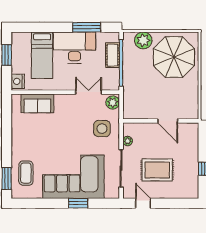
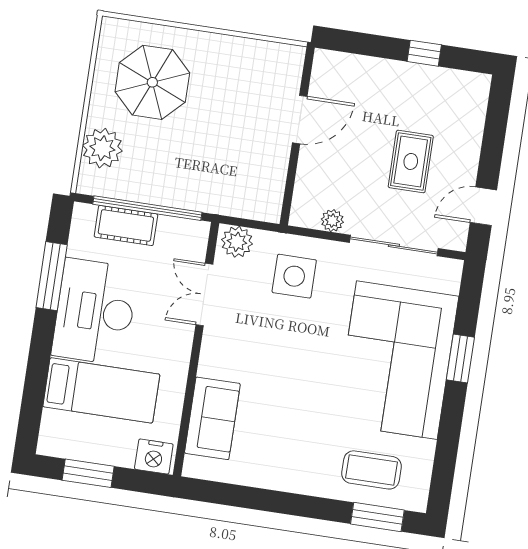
parasol: (174, 57) -> (152, 82), width x0.73, depth x0.73
rug: (157, 170) -> (411, 161), width x0.73, depth x0.70

